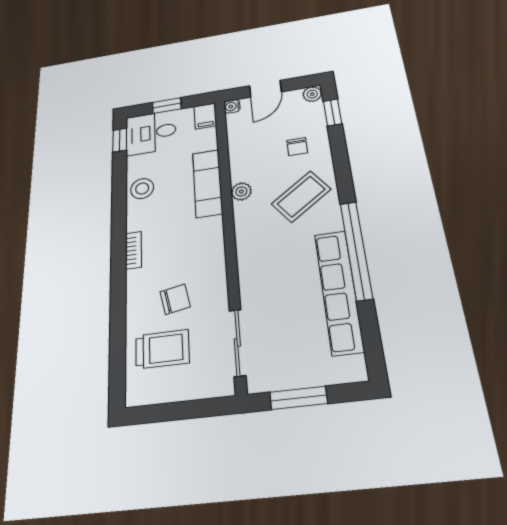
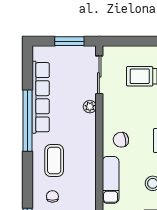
plant: (241, 191) -> (90, 107), moved
coffee table: (301, 196) -> (54, 161), turned -54
chair: (175, 299) -> (121, 140), moved

